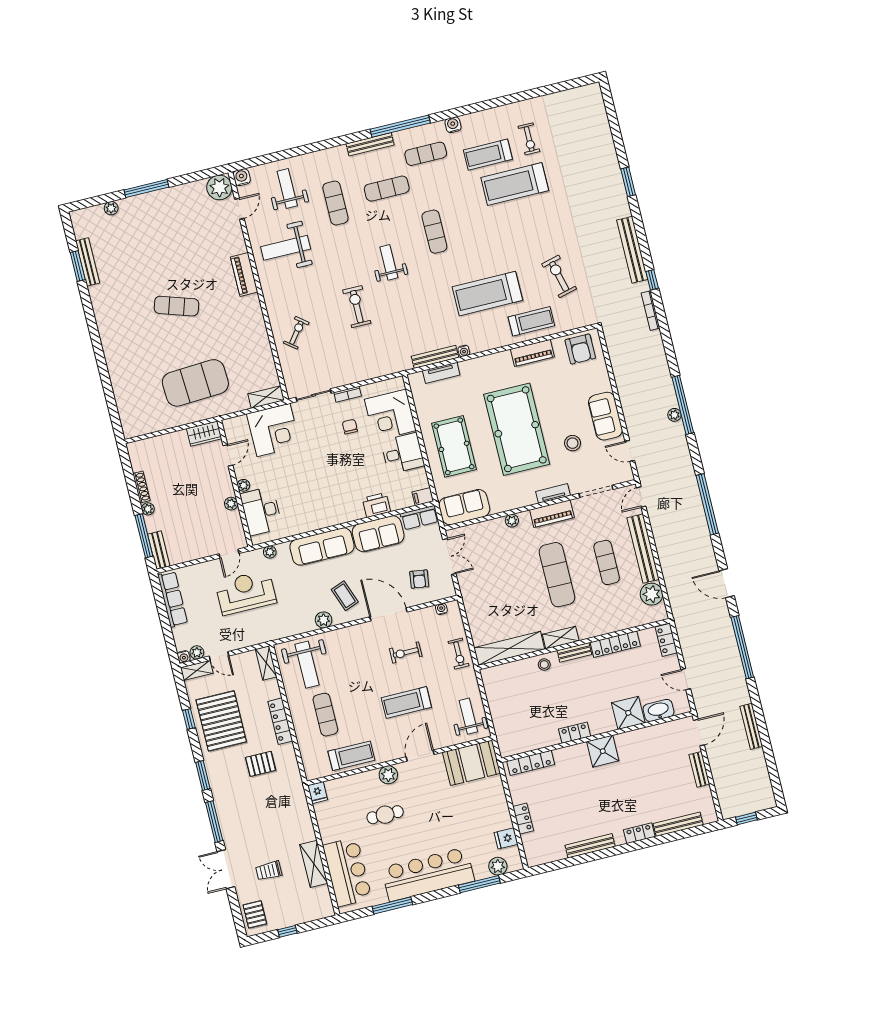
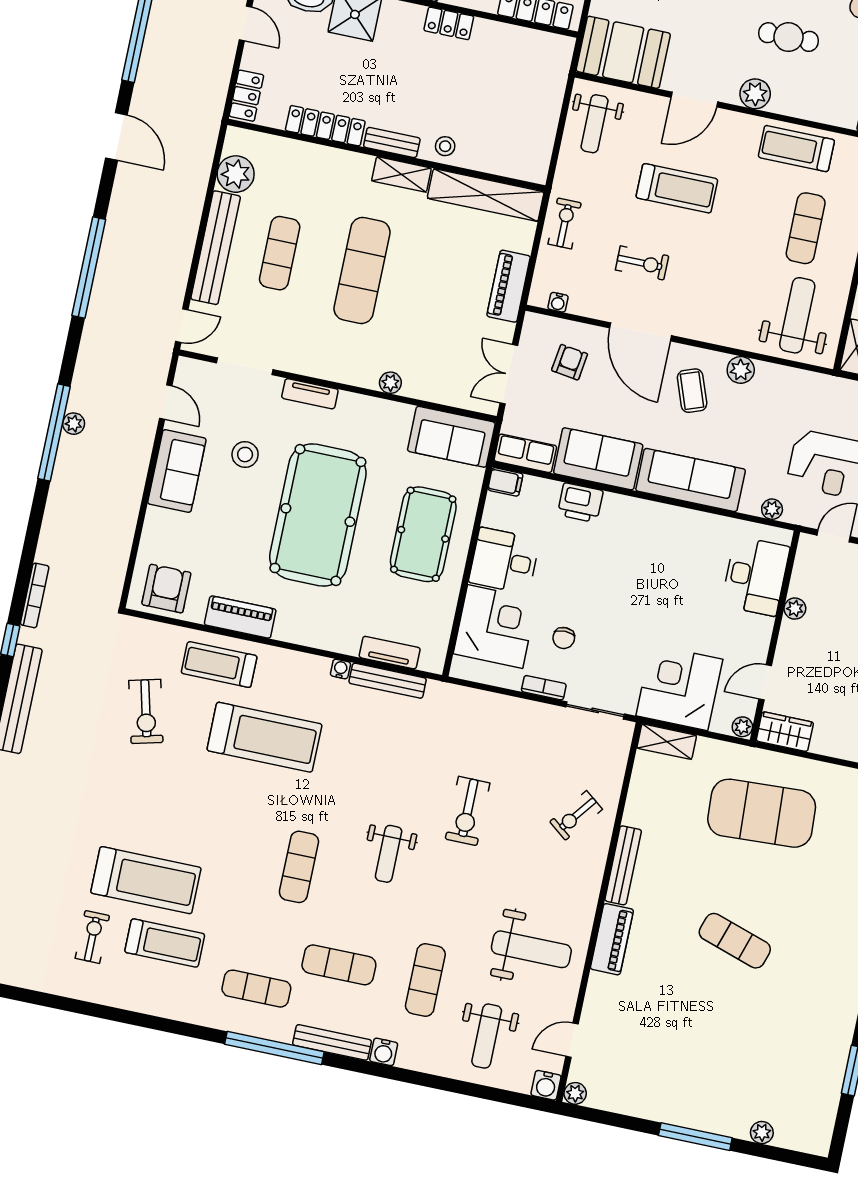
water cooler: (453, 125) -> (384, 1052), moved
plant: (219, 187) -> (575, 1093), width x0.53, depth x0.53
bench: (88, 262) -> (623, 865), moved
plant: (243, 485) -> (742, 727), moved
piano: (552, 514) -> (509, 286), moved, turned -90

